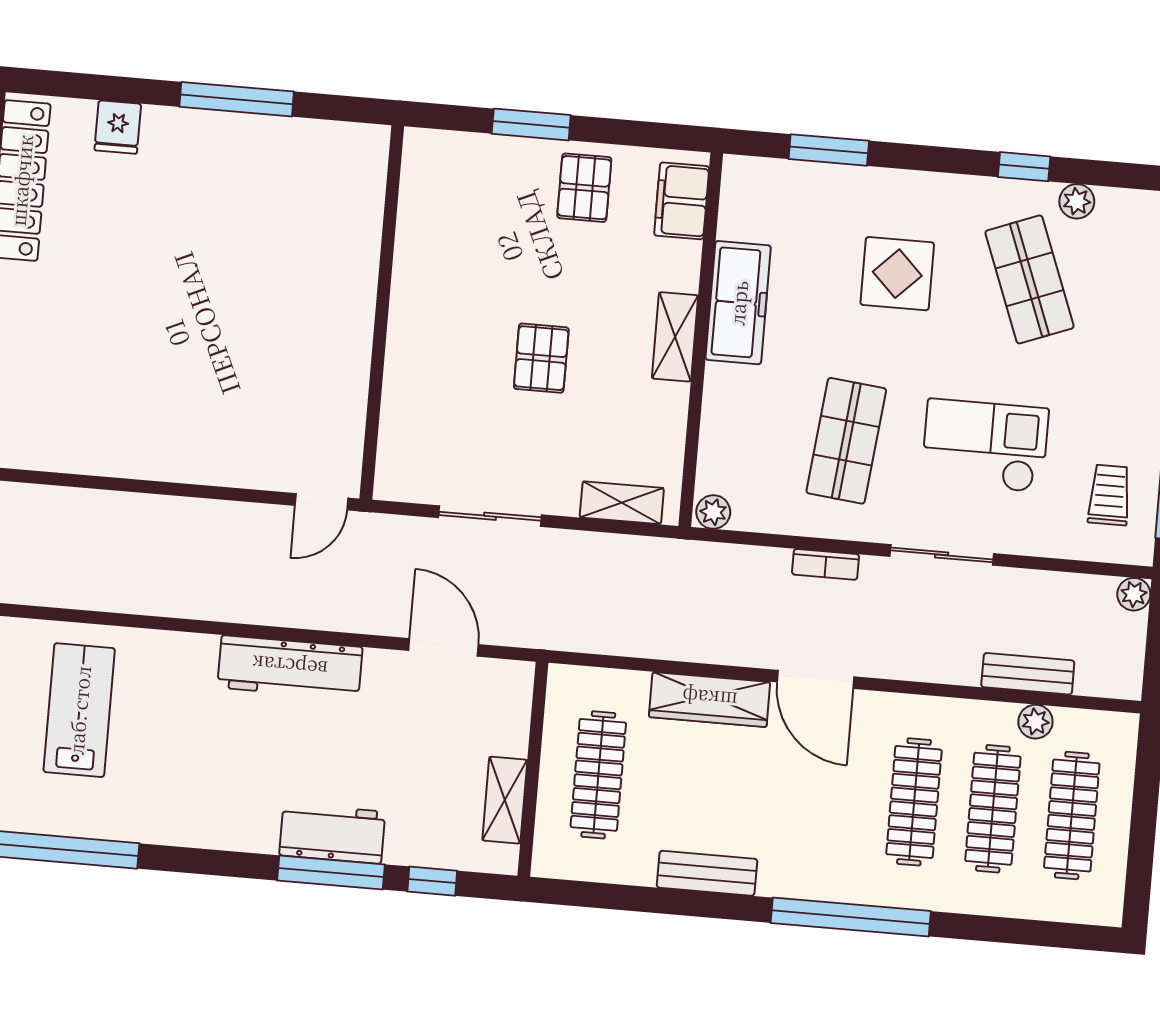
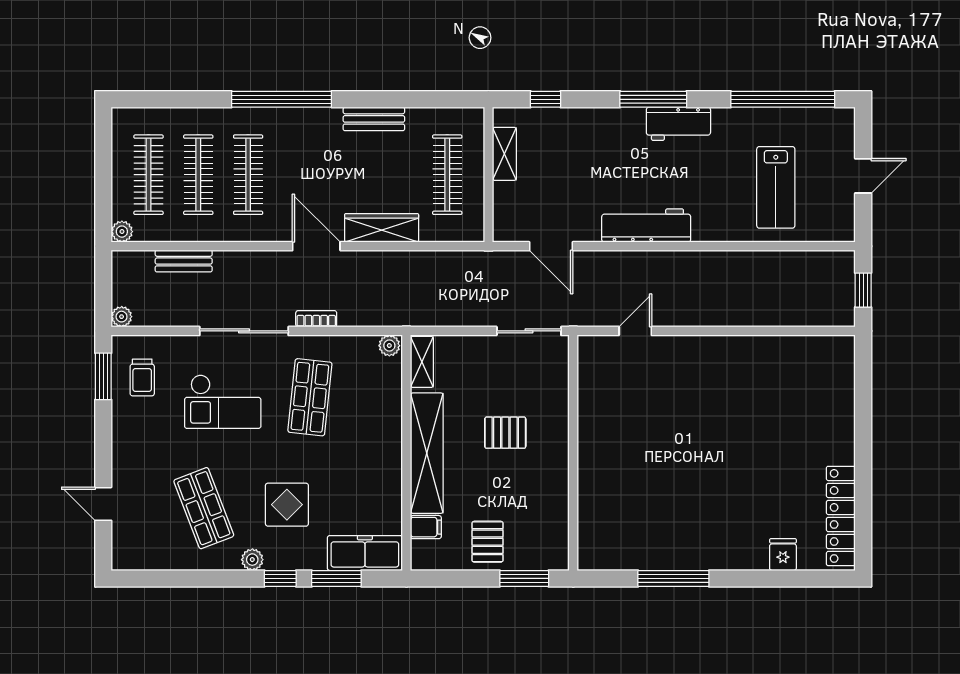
window: (237, 99) -> (673, 578), moved
window: (1024, 167) -> (280, 578), moved
filing cabinet: (682, 201) -> (426, 527), width x0.50
plant: (1077, 201) -> (252, 560), moved
freezer: (738, 303) -> (365, 553), moved, turned 90
wall: (382, 312) -> (573, 453), moved
shelving: (675, 337) -> (427, 453), width x2.20, depth x1.33
pallet: (541, 358) -> (505, 433), turned 90
shelving: (622, 503) -> (422, 362), moved, turned 90
sliding door: (942, 555) -> (244, 331), width x1.37
plant: (1035, 722) -> (122, 232), moved
workbench: (332, 833) -> (678, 124), moved
window: (331, 872) -> (653, 99), moved

